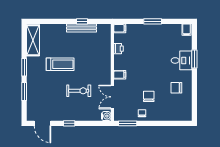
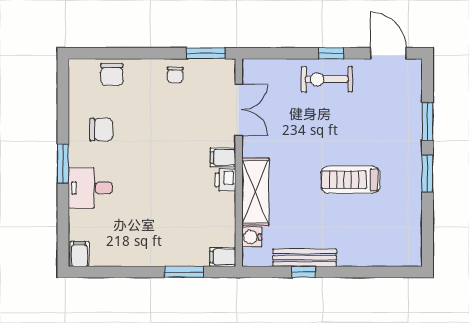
window: (153, 21) -> (184, 272), moved
shelving: (33, 40) -> (255, 192), moved
printer: (118, 49) -> (225, 180), moved
window: (194, 59) -> (63, 164), moved
exercise bike: (79, 91) -> (327, 79), moved
chair: (149, 96) -> (112, 74), moved
water cooler: (106, 116) -> (252, 237), moved

